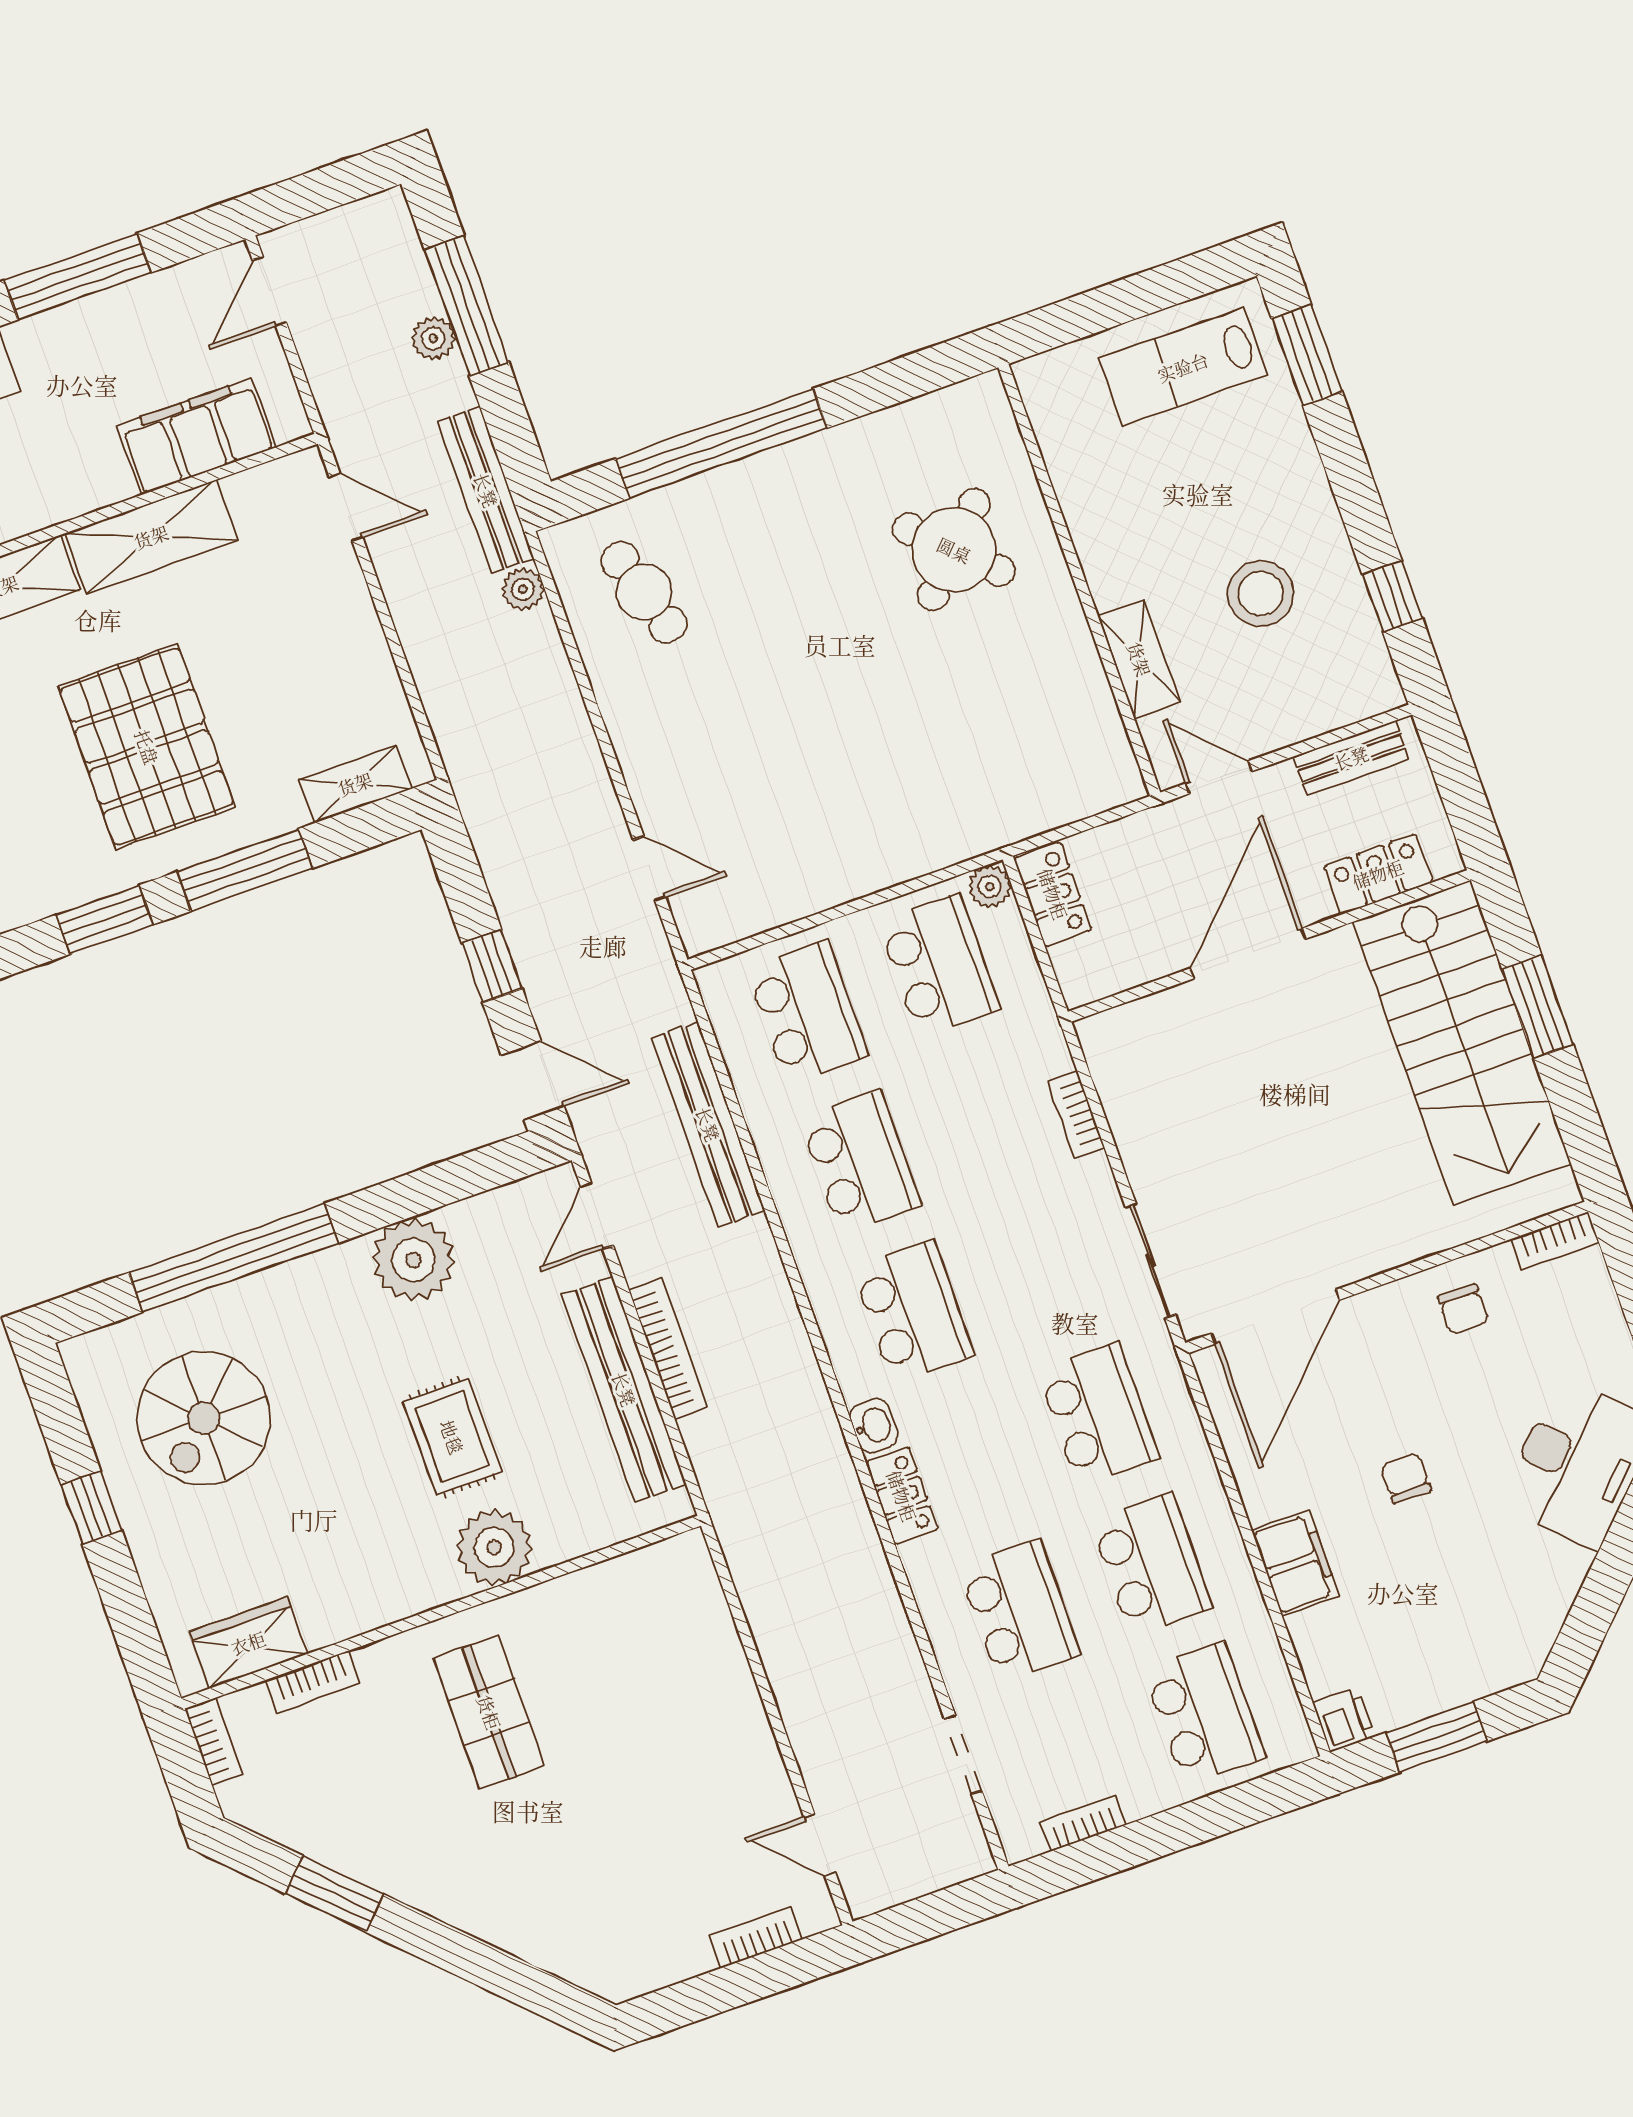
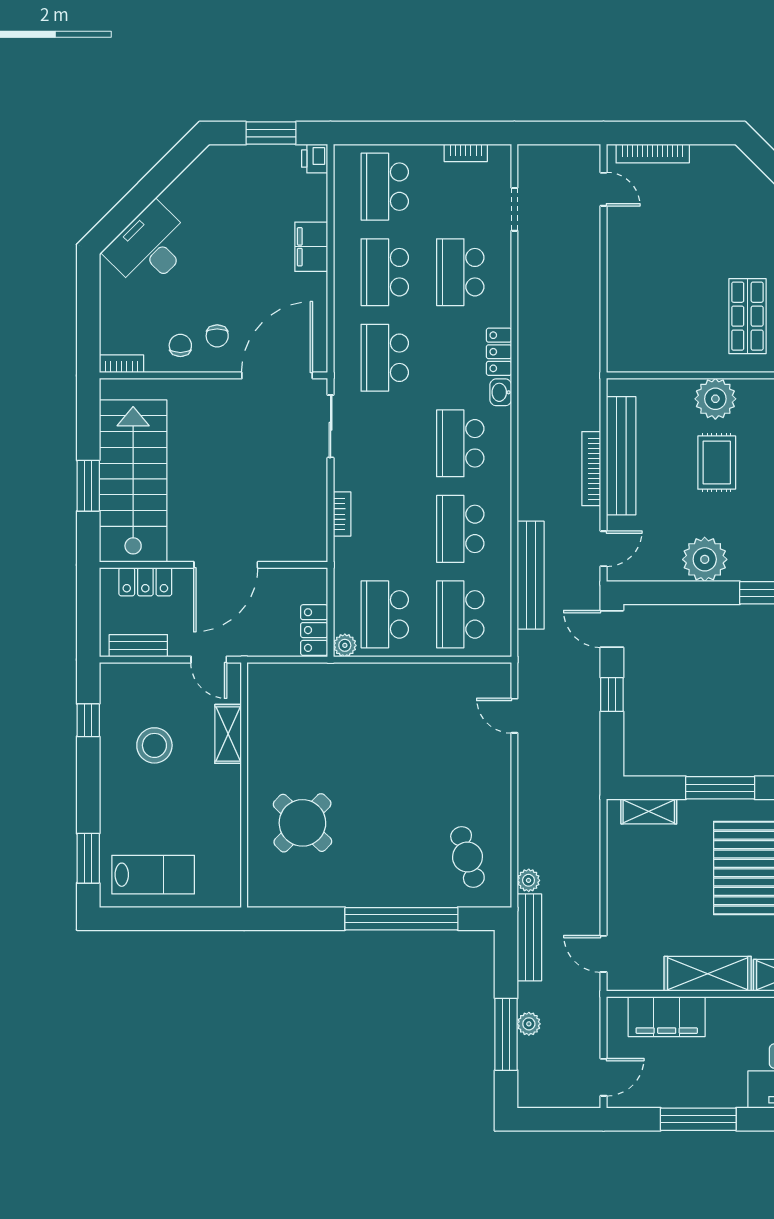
chair: (1406, 1478) -> (217, 336), moved
bookcase: (756, 1938) -> (653, 154), width x1.56

